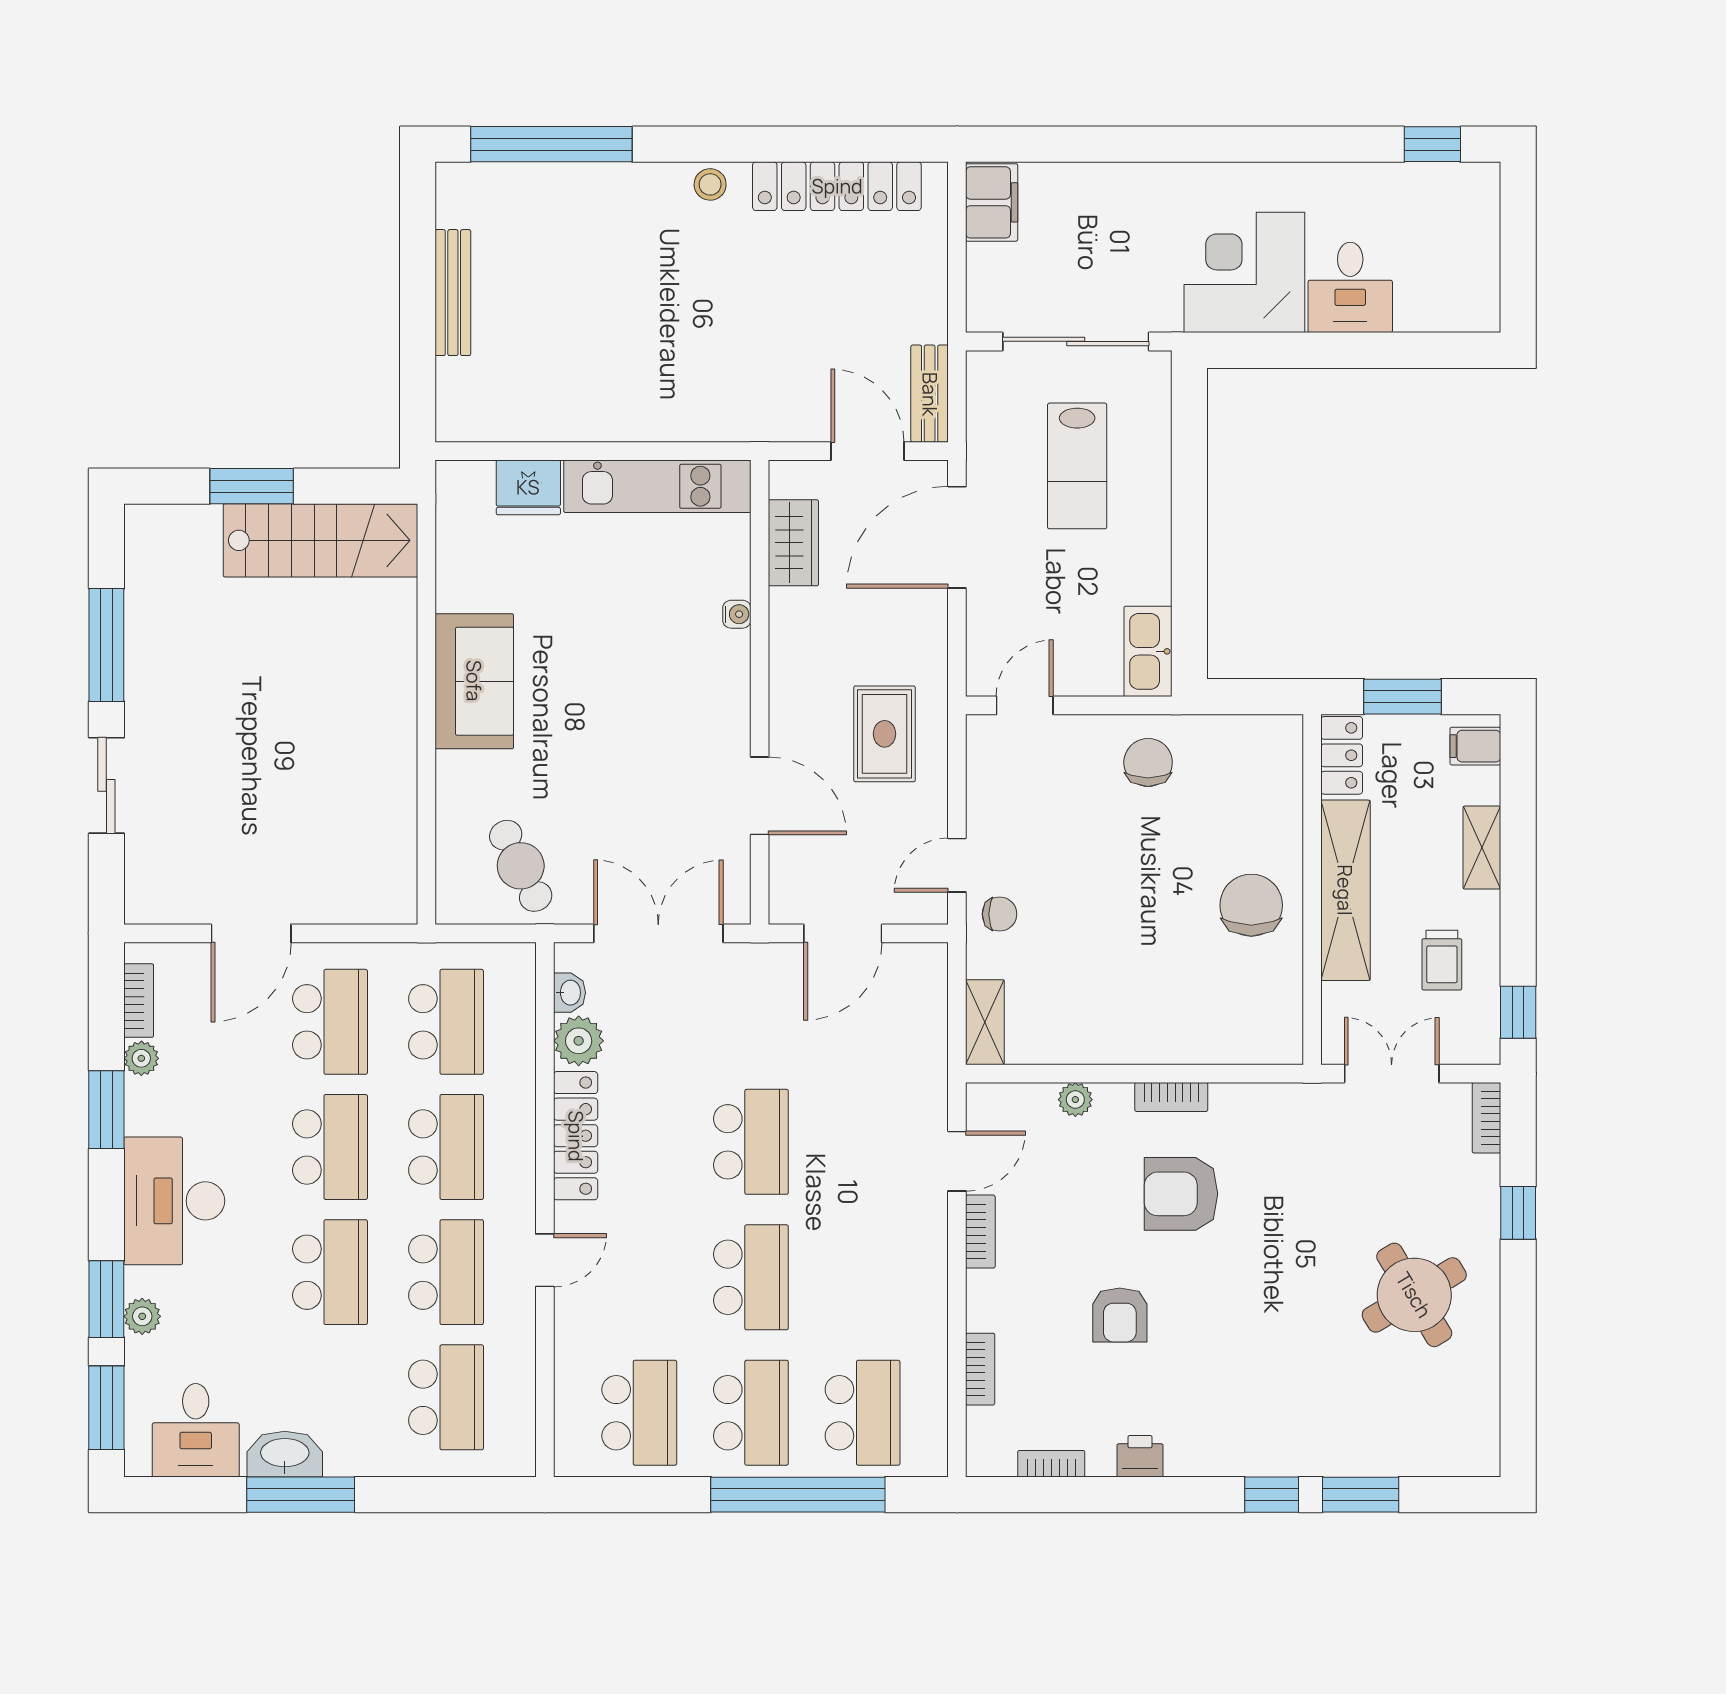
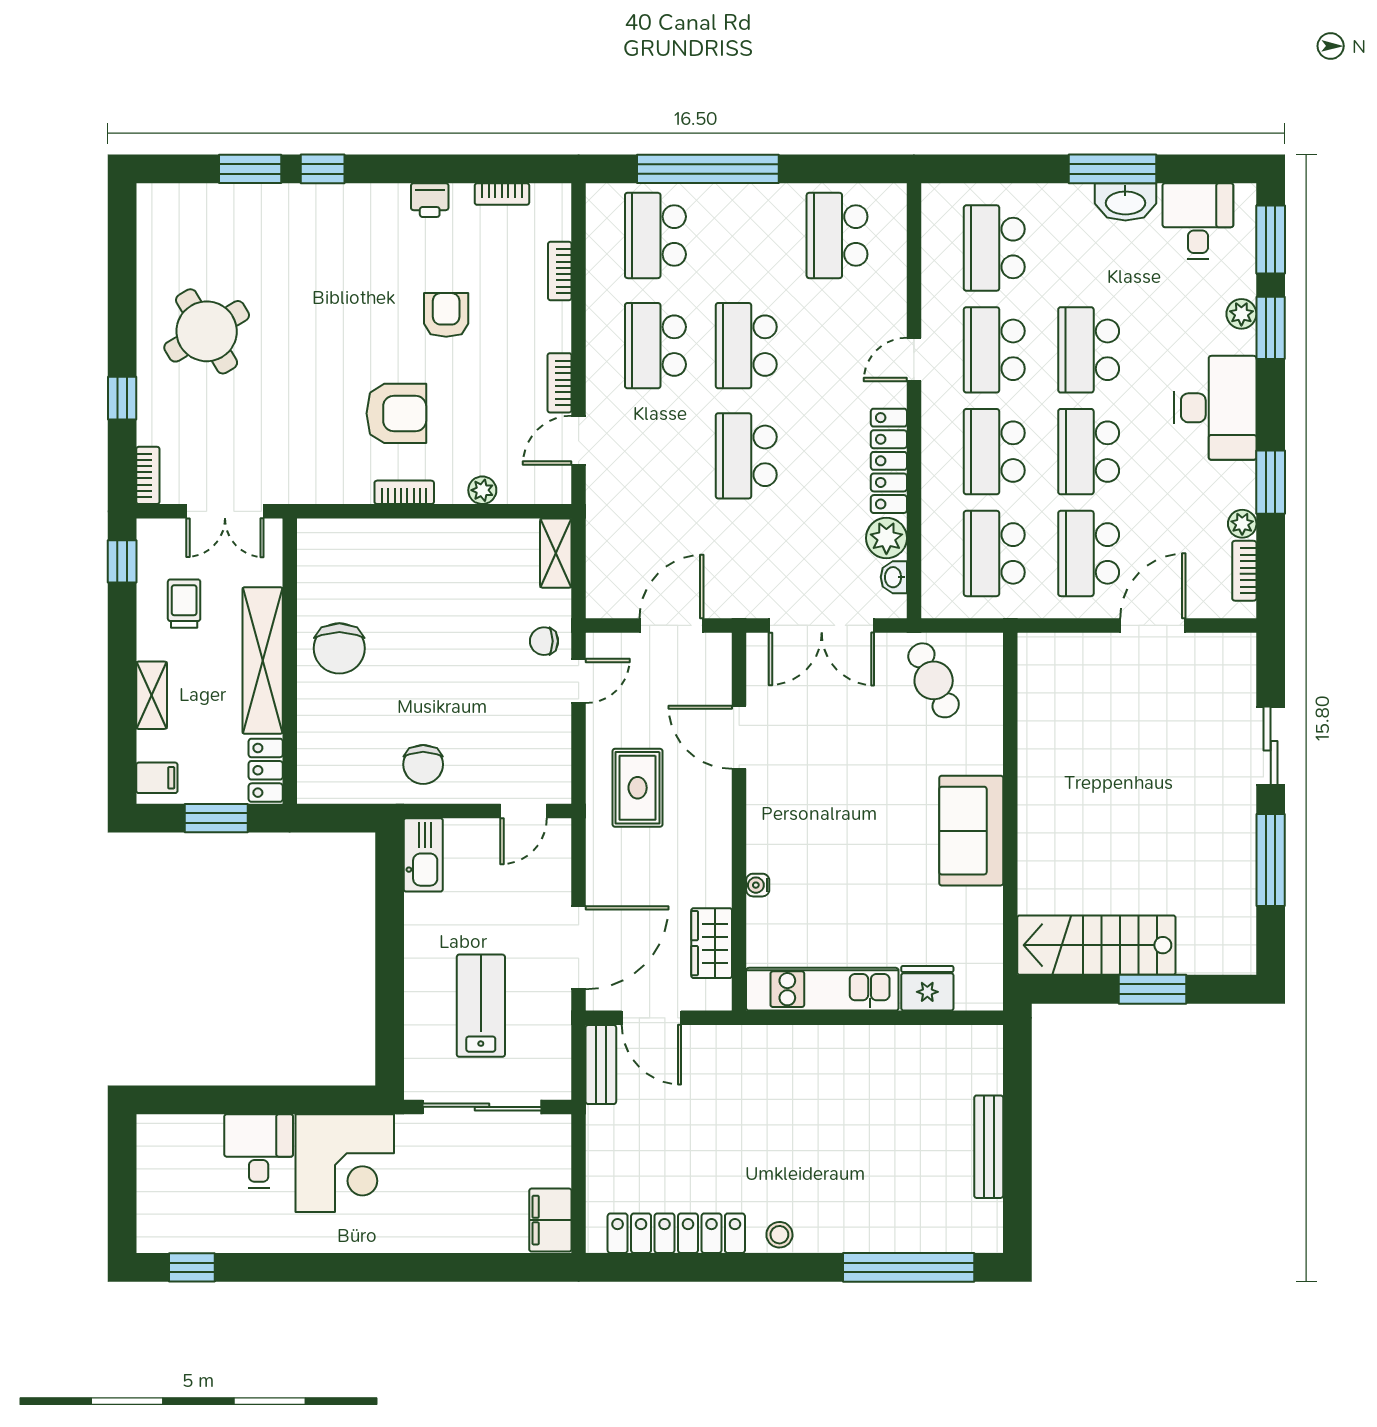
school desk: (751, 1413) -> (655, 346), moved

